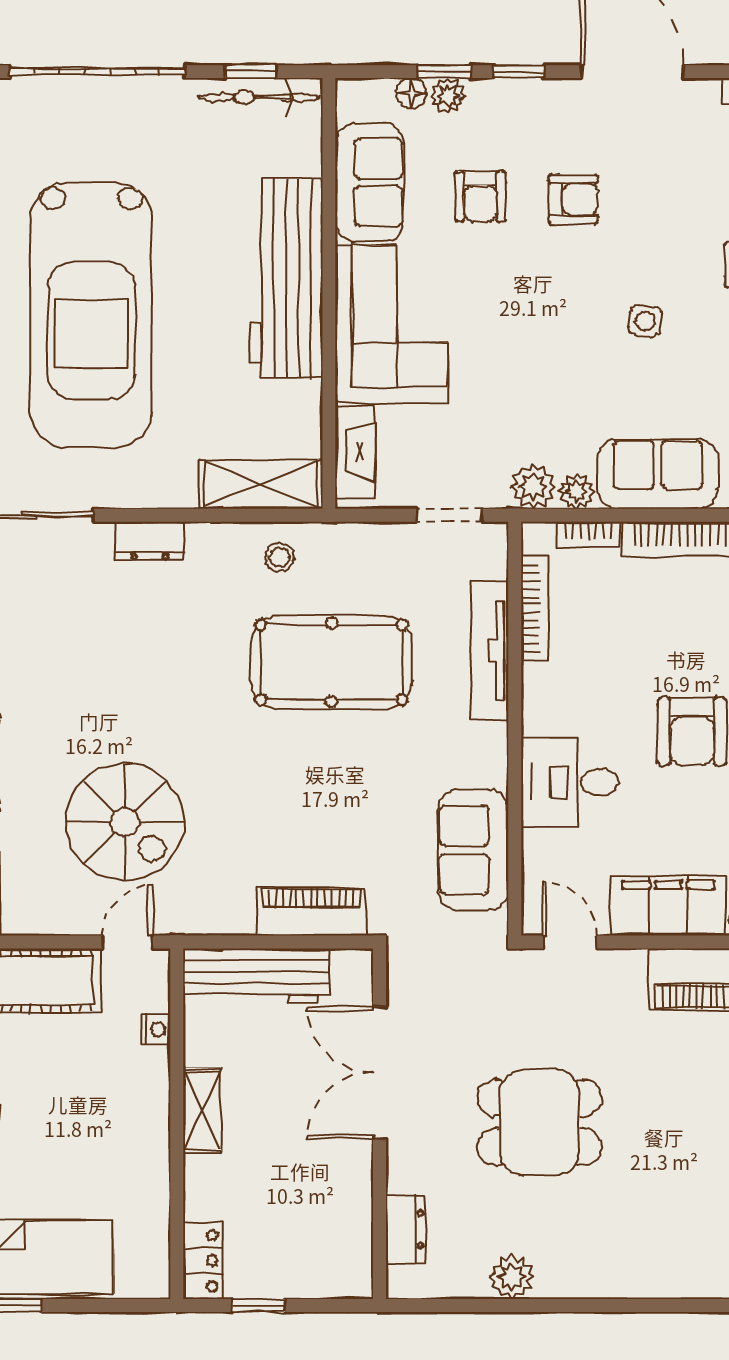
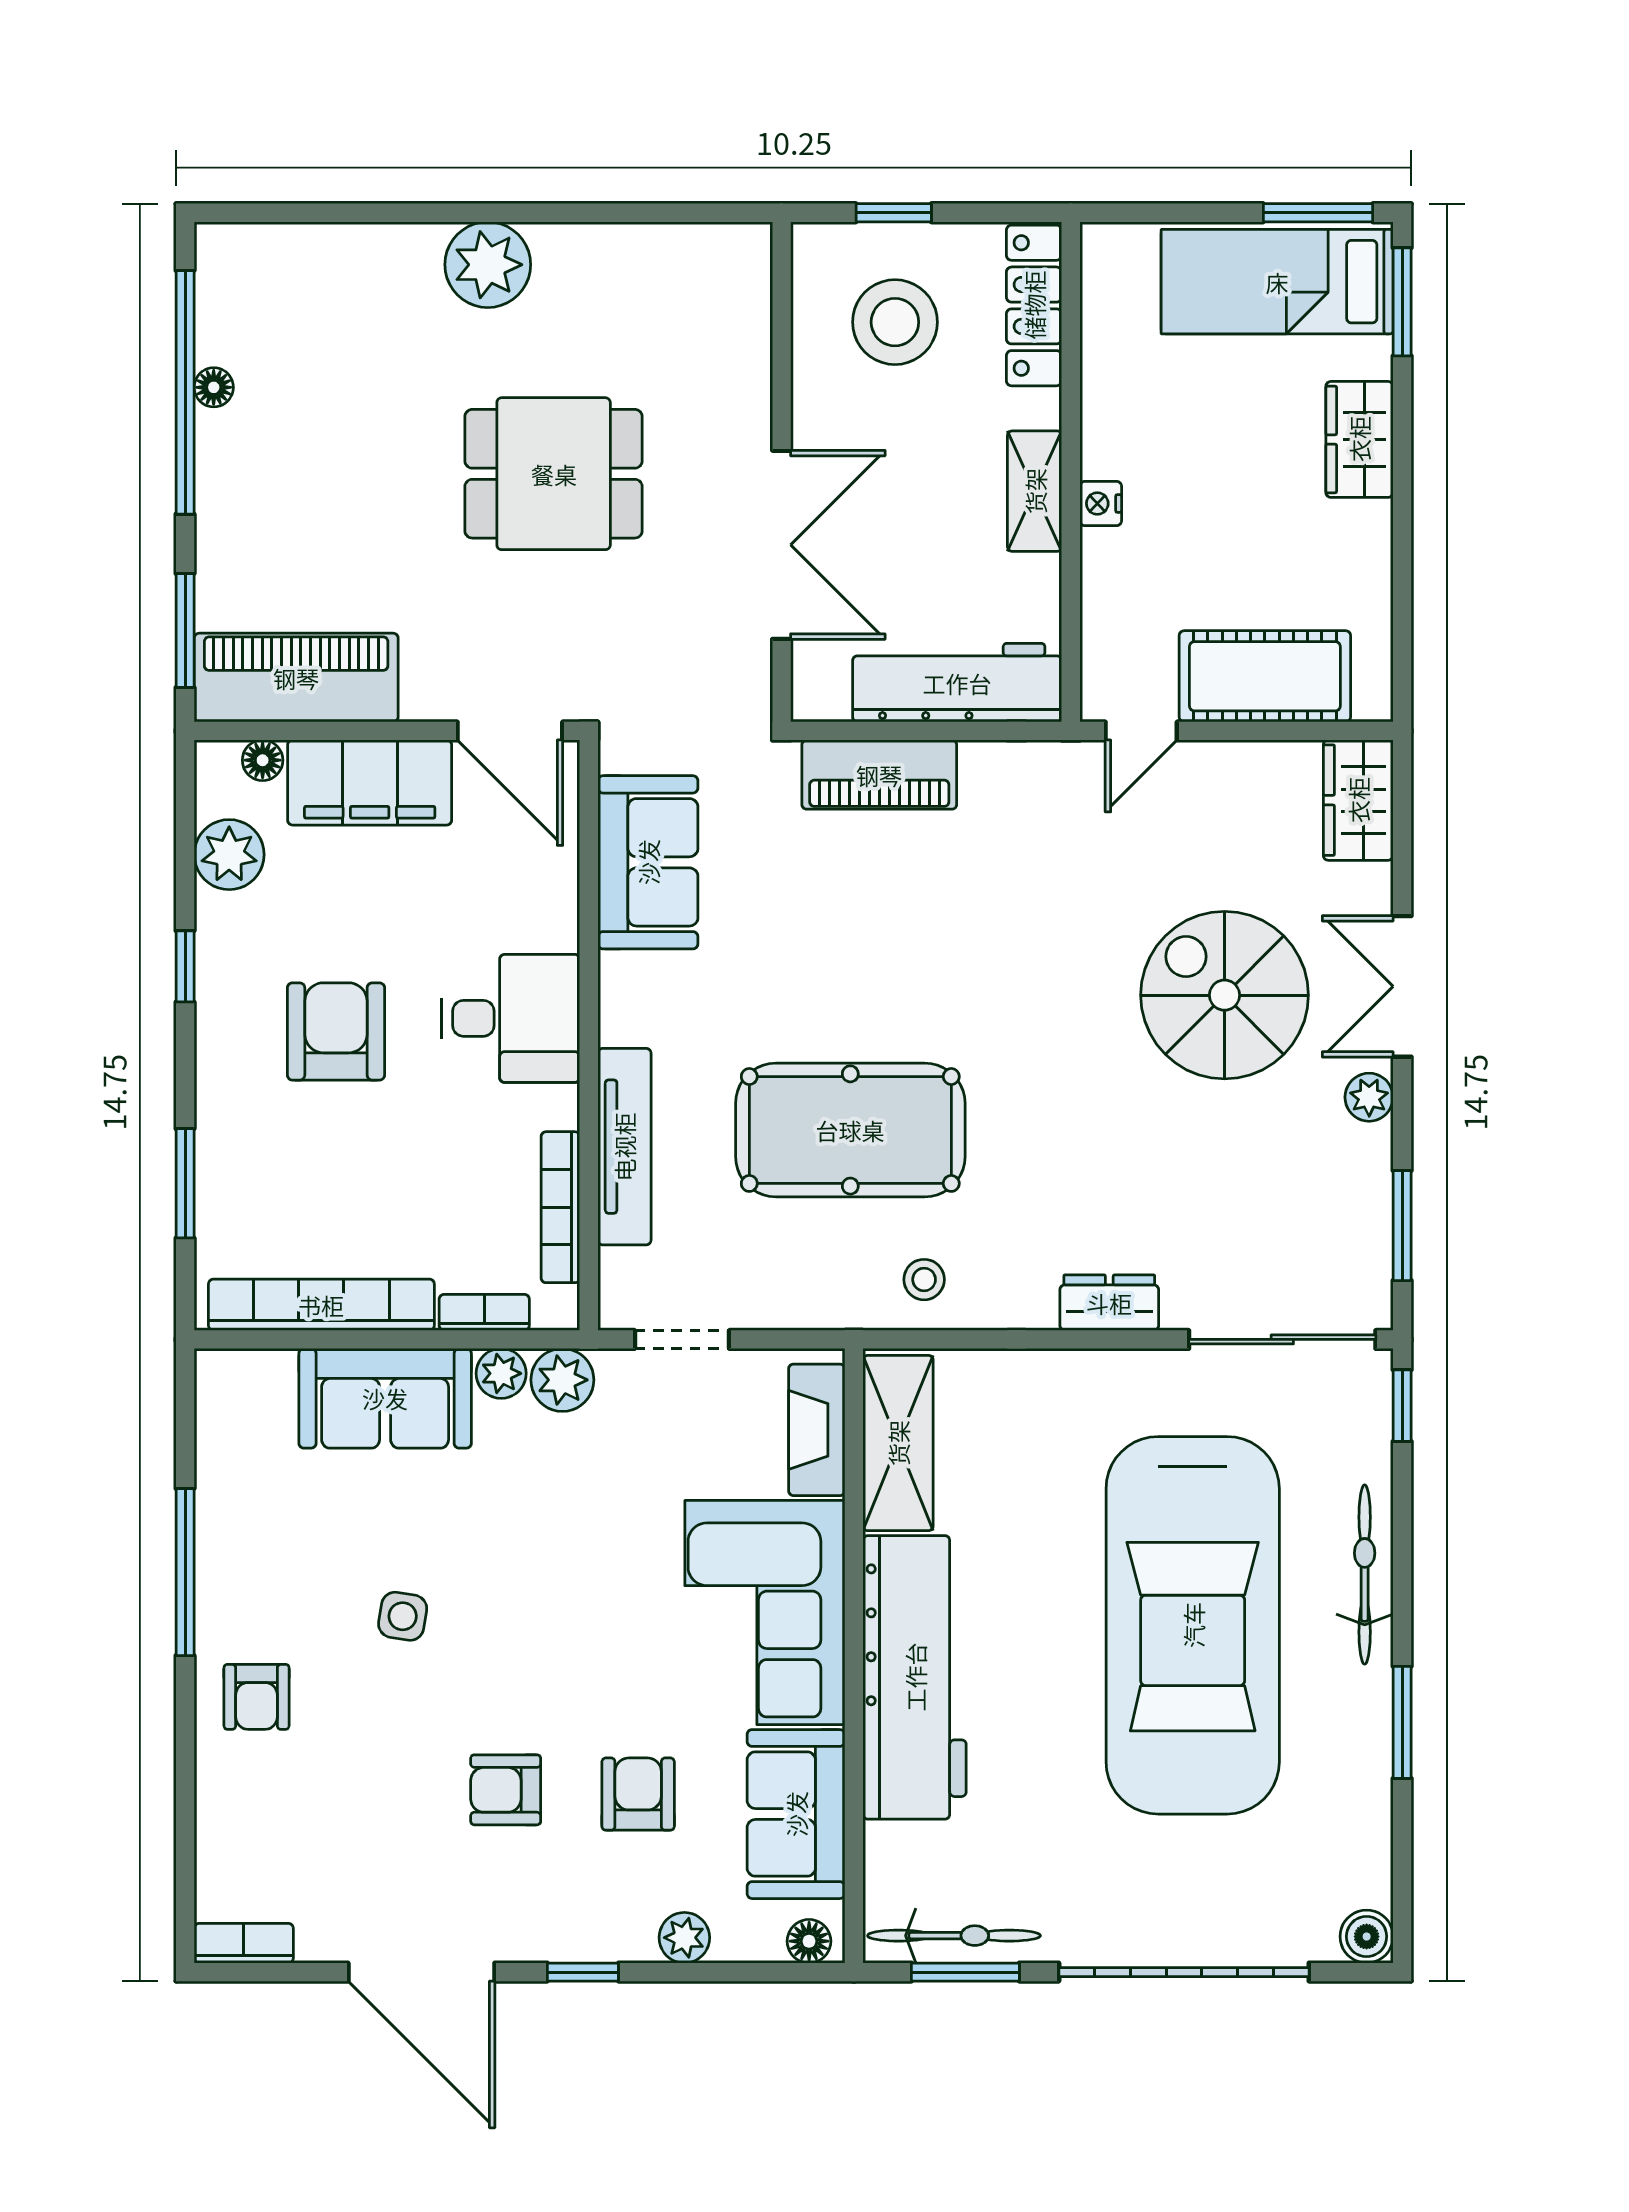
window: (251, 72) -> (965, 1972), width x1.50
window: (444, 72) -> (689, 1972), removed
floor lamp: (411, 93) -> (809, 1941), moved
car: (91, 315) -> (1193, 1625), turned 180
shelving: (261, 484) -> (898, 1443), moved, turned 90
desk: (570, 782) -> (511, 1018), moved
spiral stairs: (125, 822) -> (1225, 995), moved
door: (570, 942) -> (510, 731), width x1.38
nightstand: (156, 1029) -> (1101, 503), moved
stool: (300, 1229) -> (895, 322), added
dresser: (405, 1229) -> (745, 321), removed
locker: (203, 1261) -> (1034, 305), width x1.53
plant: (512, 1277) -> (488, 265), moved, width x1.36, depth x1.36
window: (258, 1305) -> (894, 213), moved

